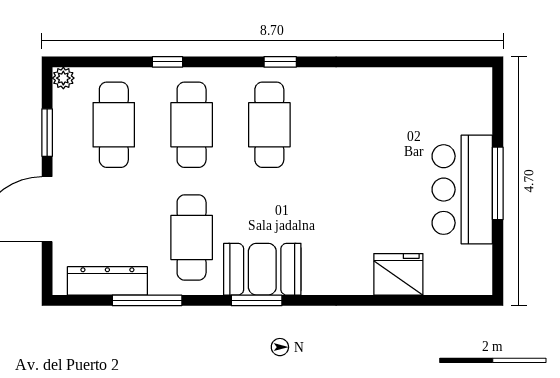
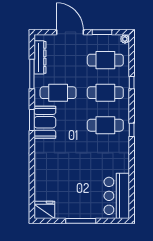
bar counter: (462, 190) -> (117, 196), moved, turned -90
fridge: (398, 274) -> (44, 210), moved, turned -90

